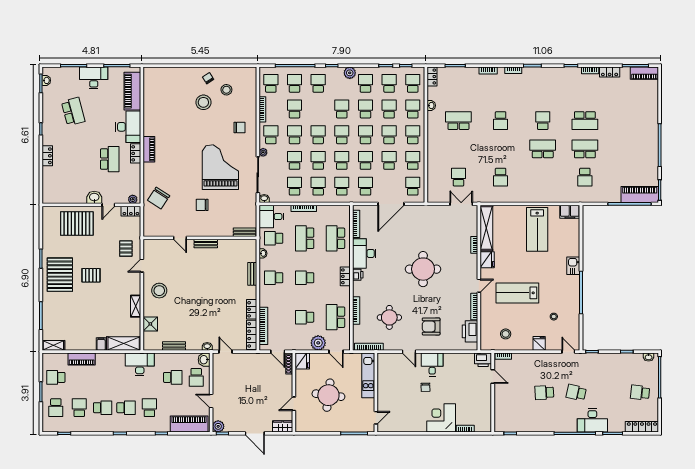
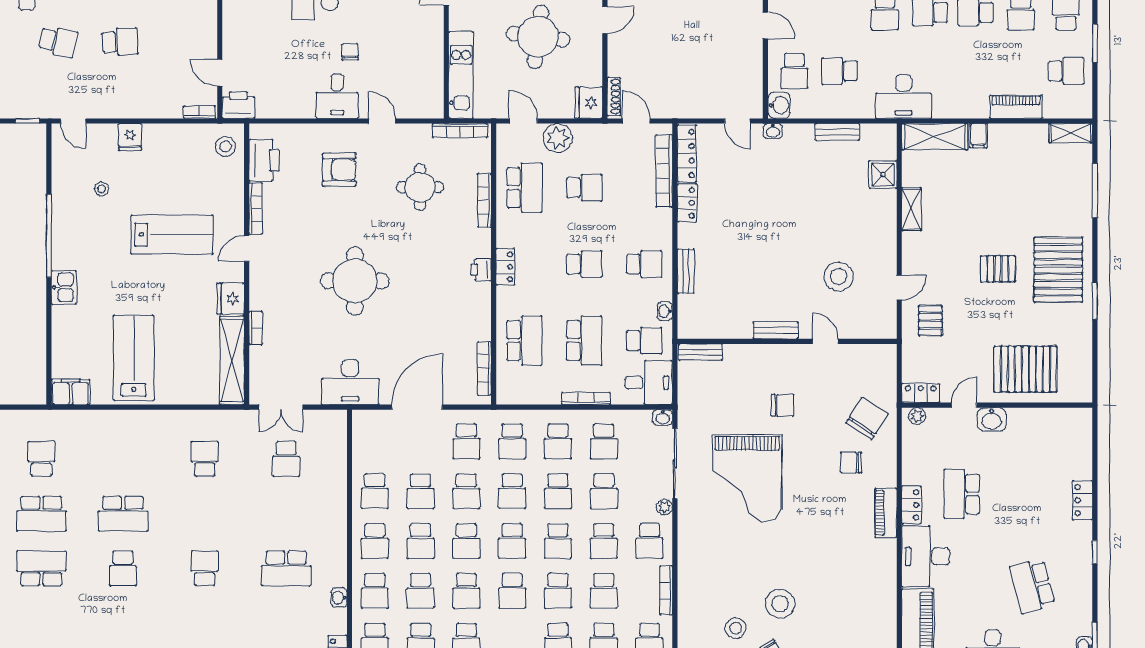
chair: (239, 127) -> (851, 463), moved
school desk: (413, 186) -> (558, 591), moved
desk: (364, 253) -> (350, 382), moved, turned 90
stool: (159, 291) -> (839, 277), moved
stool: (506, 334) -> (225, 146), moved
school desk: (196, 377) -> (794, 71), turned 180

